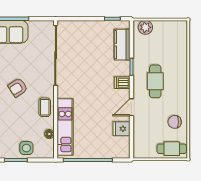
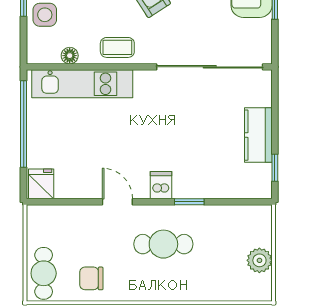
plant: (145, 27) -> (259, 260), moved
kitchen counter: (122, 45) -> (258, 135), moved, turned -90
chair: (175, 122) -> (91, 278), turned -90
fridge: (121, 129) -> (41, 184), moved

